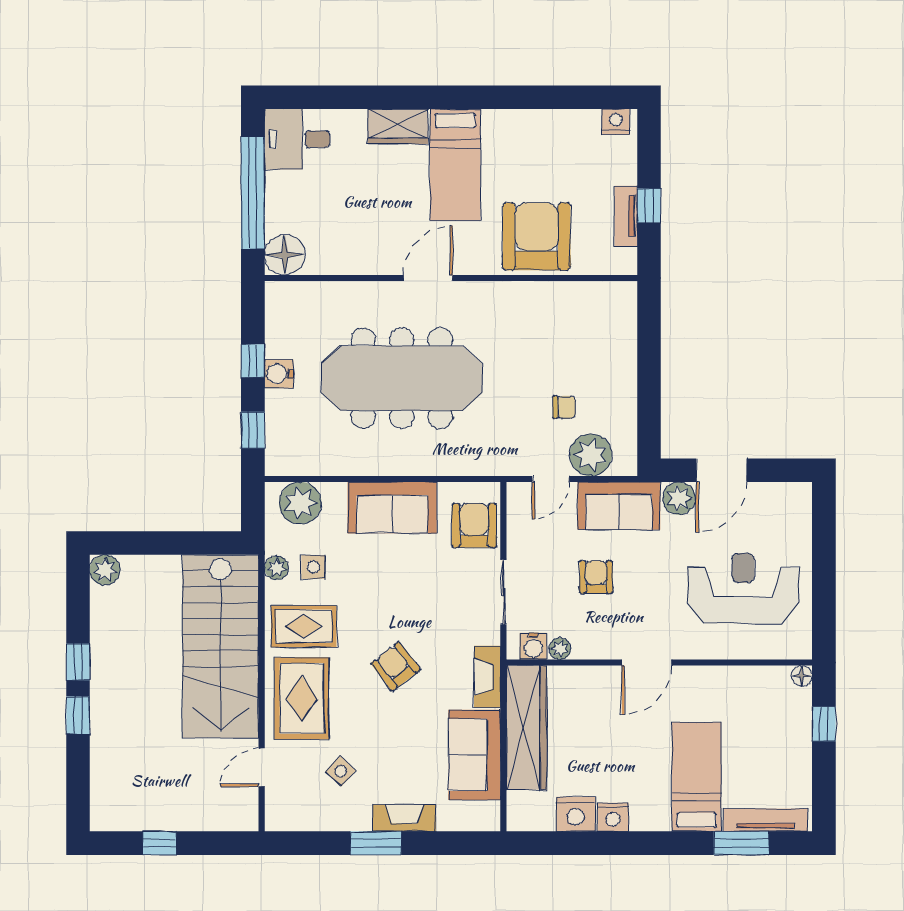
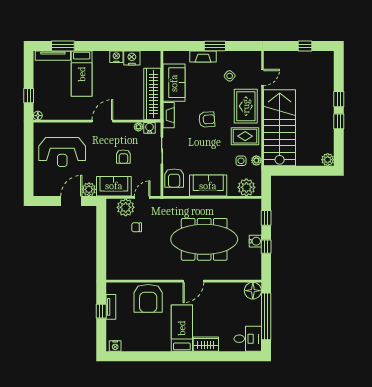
armchair: (396, 666) -> (207, 119), turned -56

